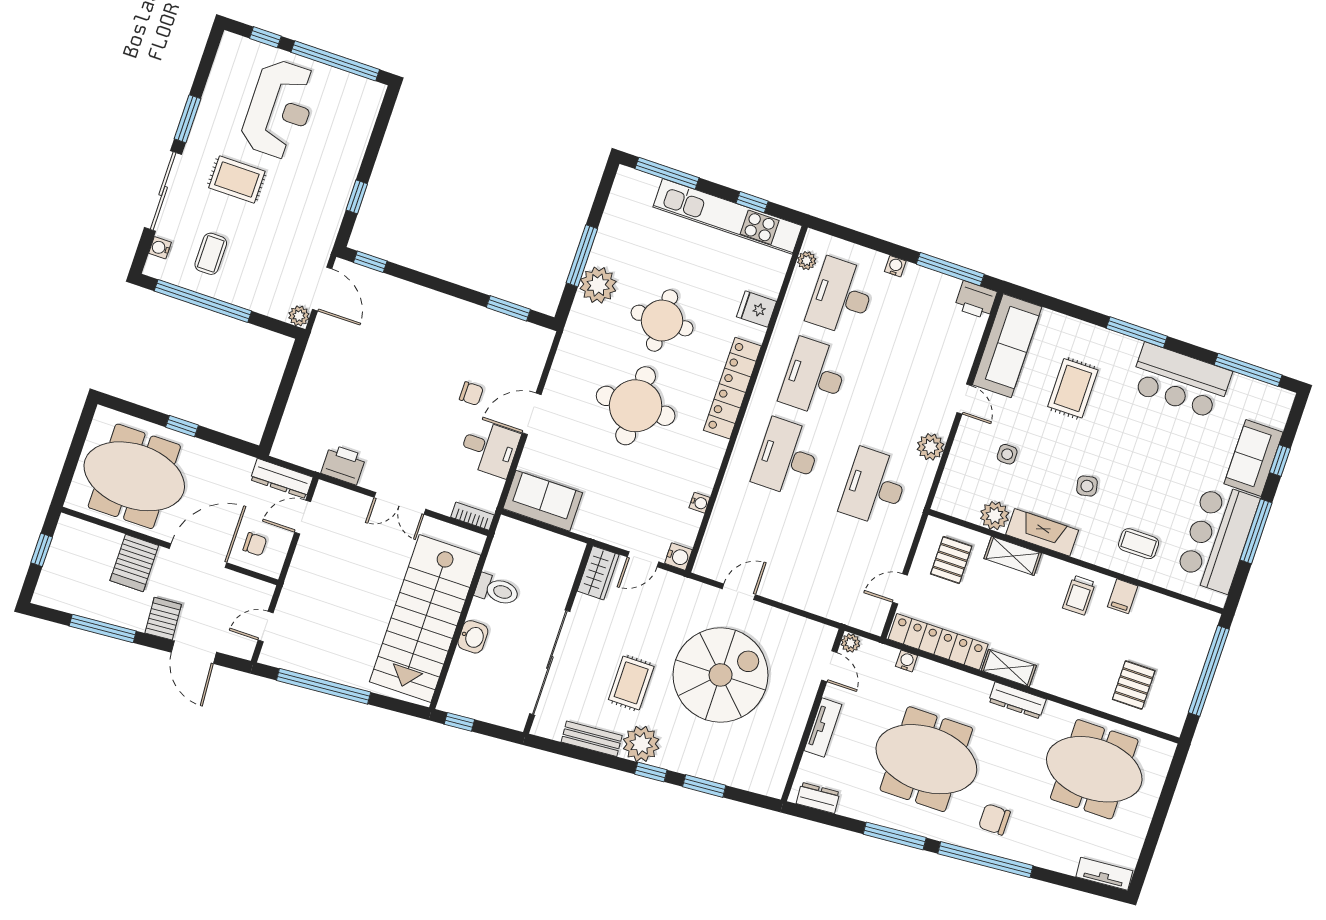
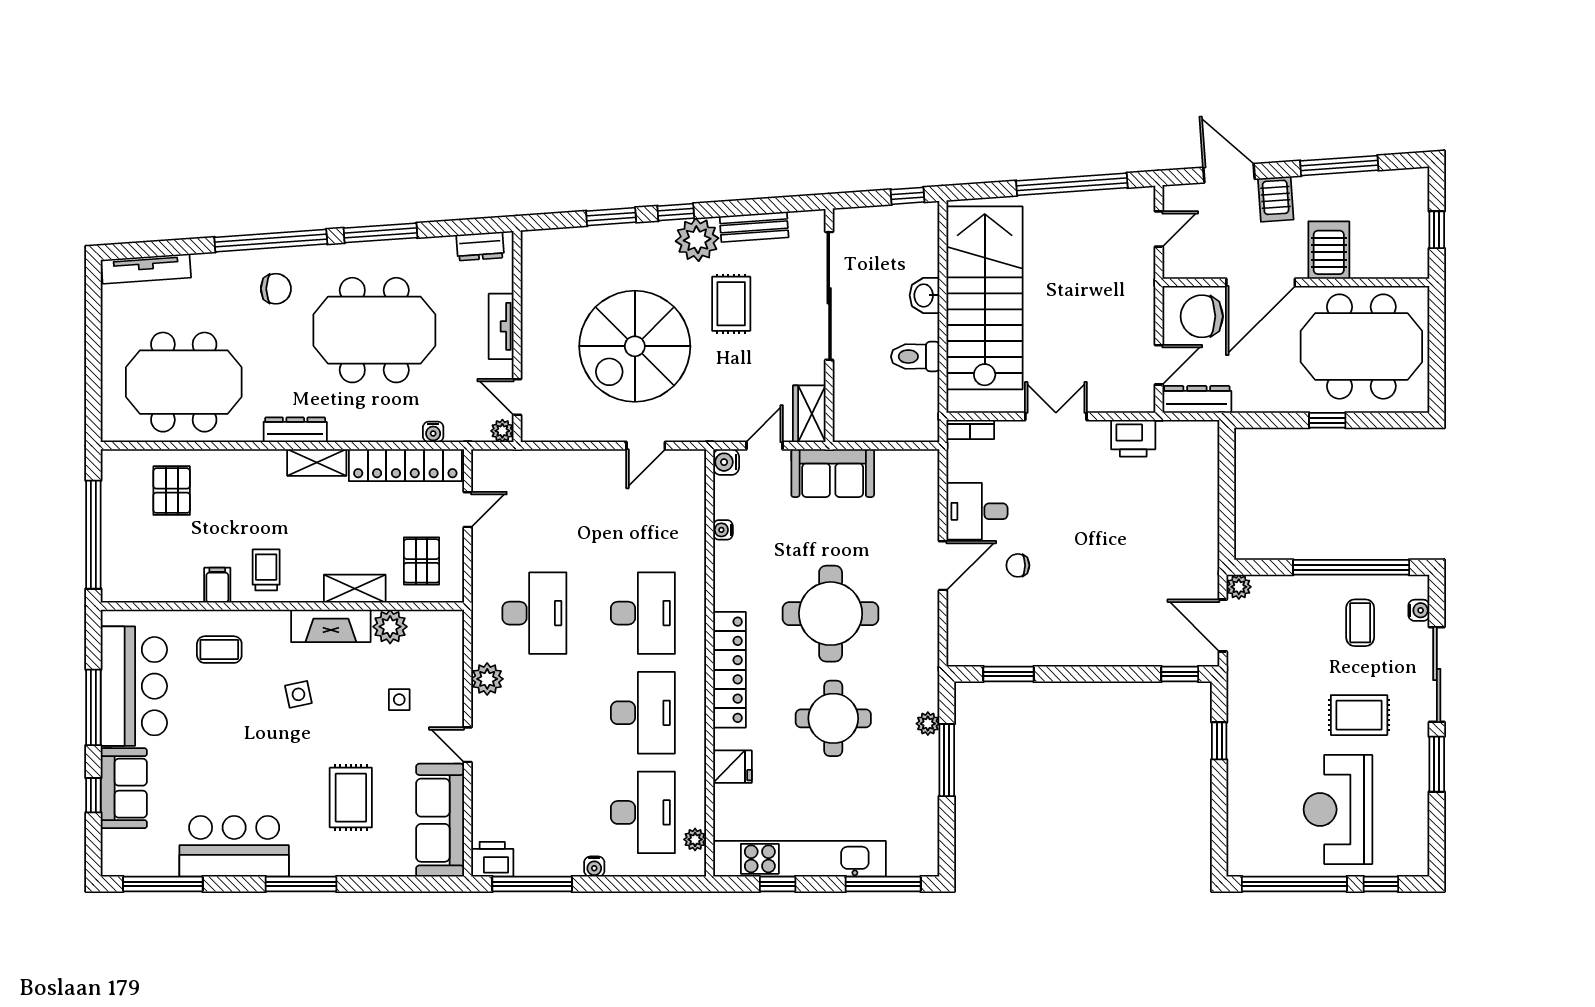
plant: (598, 285) -> (928, 724), width x0.53, depth x0.53
sofa: (543, 501) -> (833, 473), moved
chair: (255, 544) -> (1202, 316), width x1.87, depth x1.87
tv unit: (1104, 874) -> (146, 269), width x1.41

